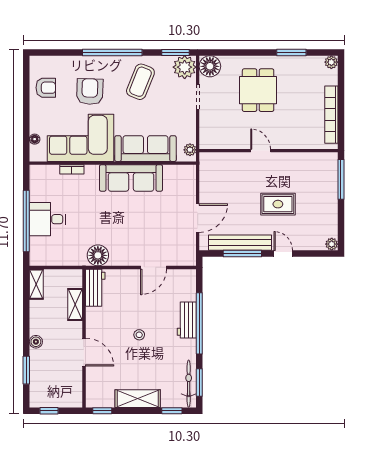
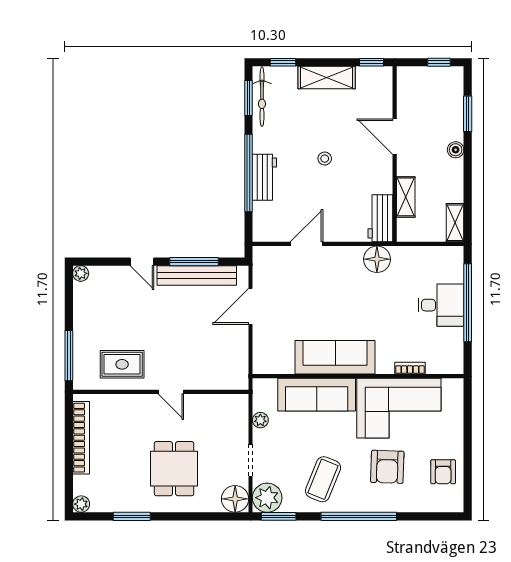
armchair: (46, 88) -> (443, 472), turned -90
floor lamp: (35, 139) -> (457, 407), removed
plant: (190, 150) -> (260, 420), moved
rug: (278, 204) -> (122, 364), moved

